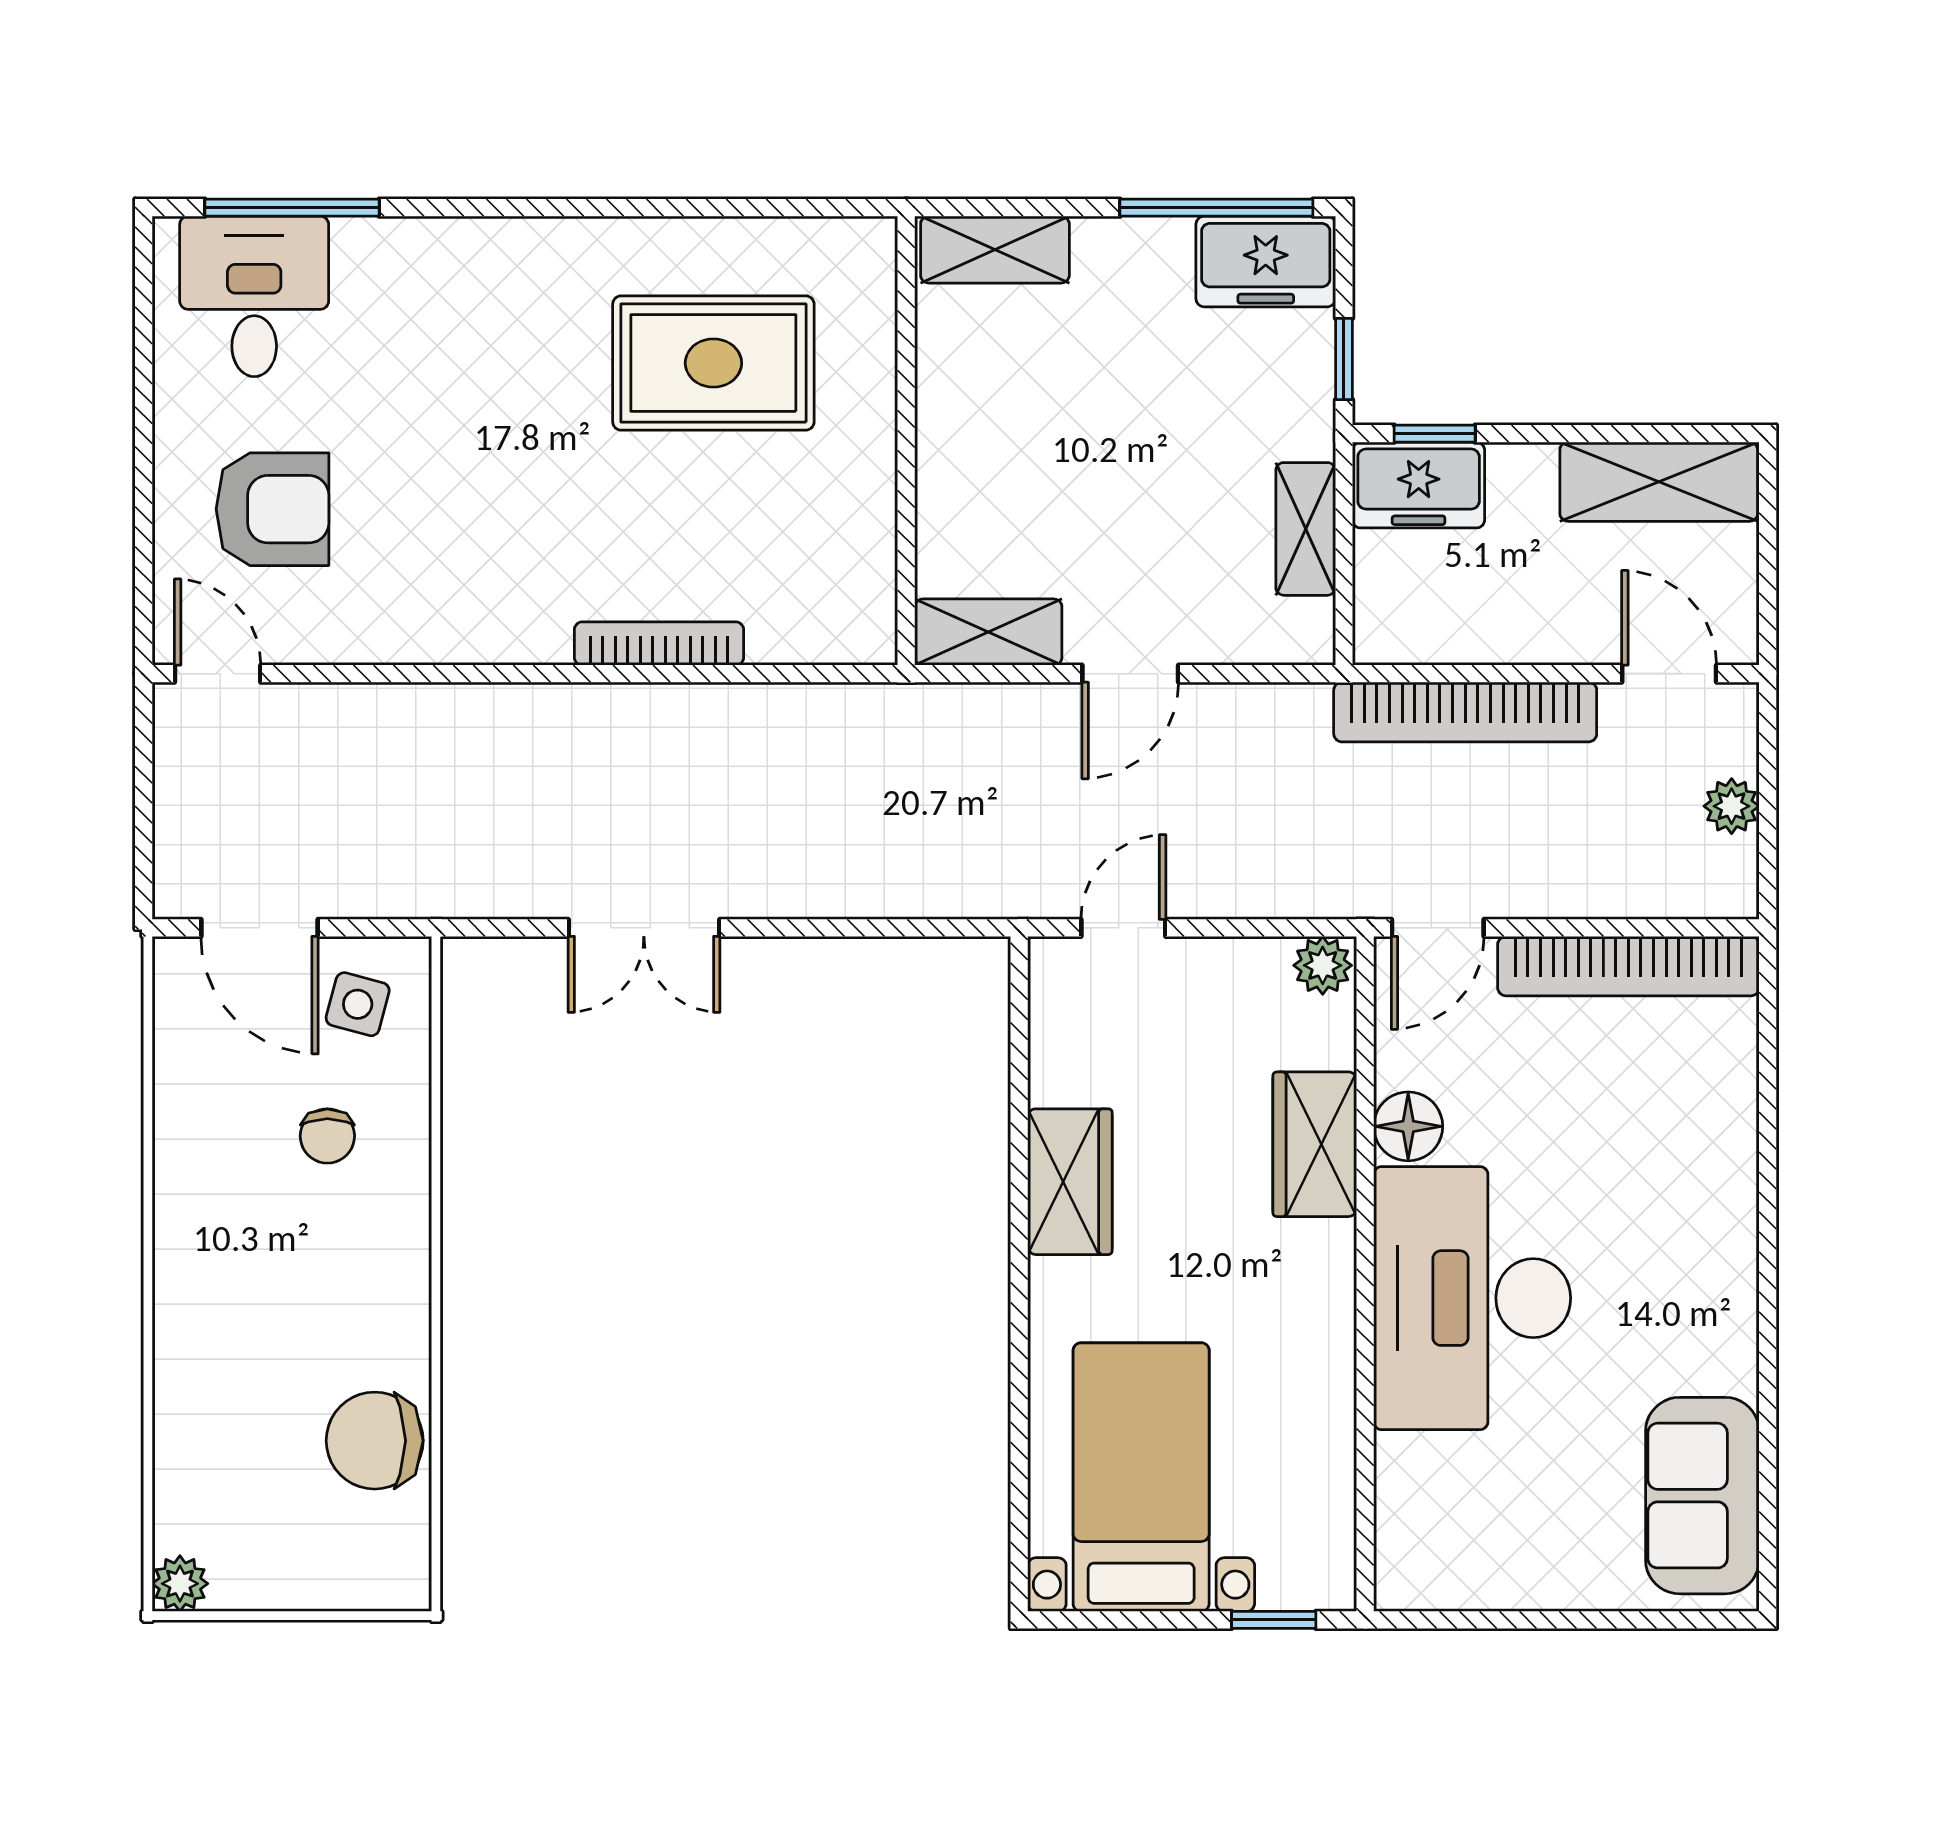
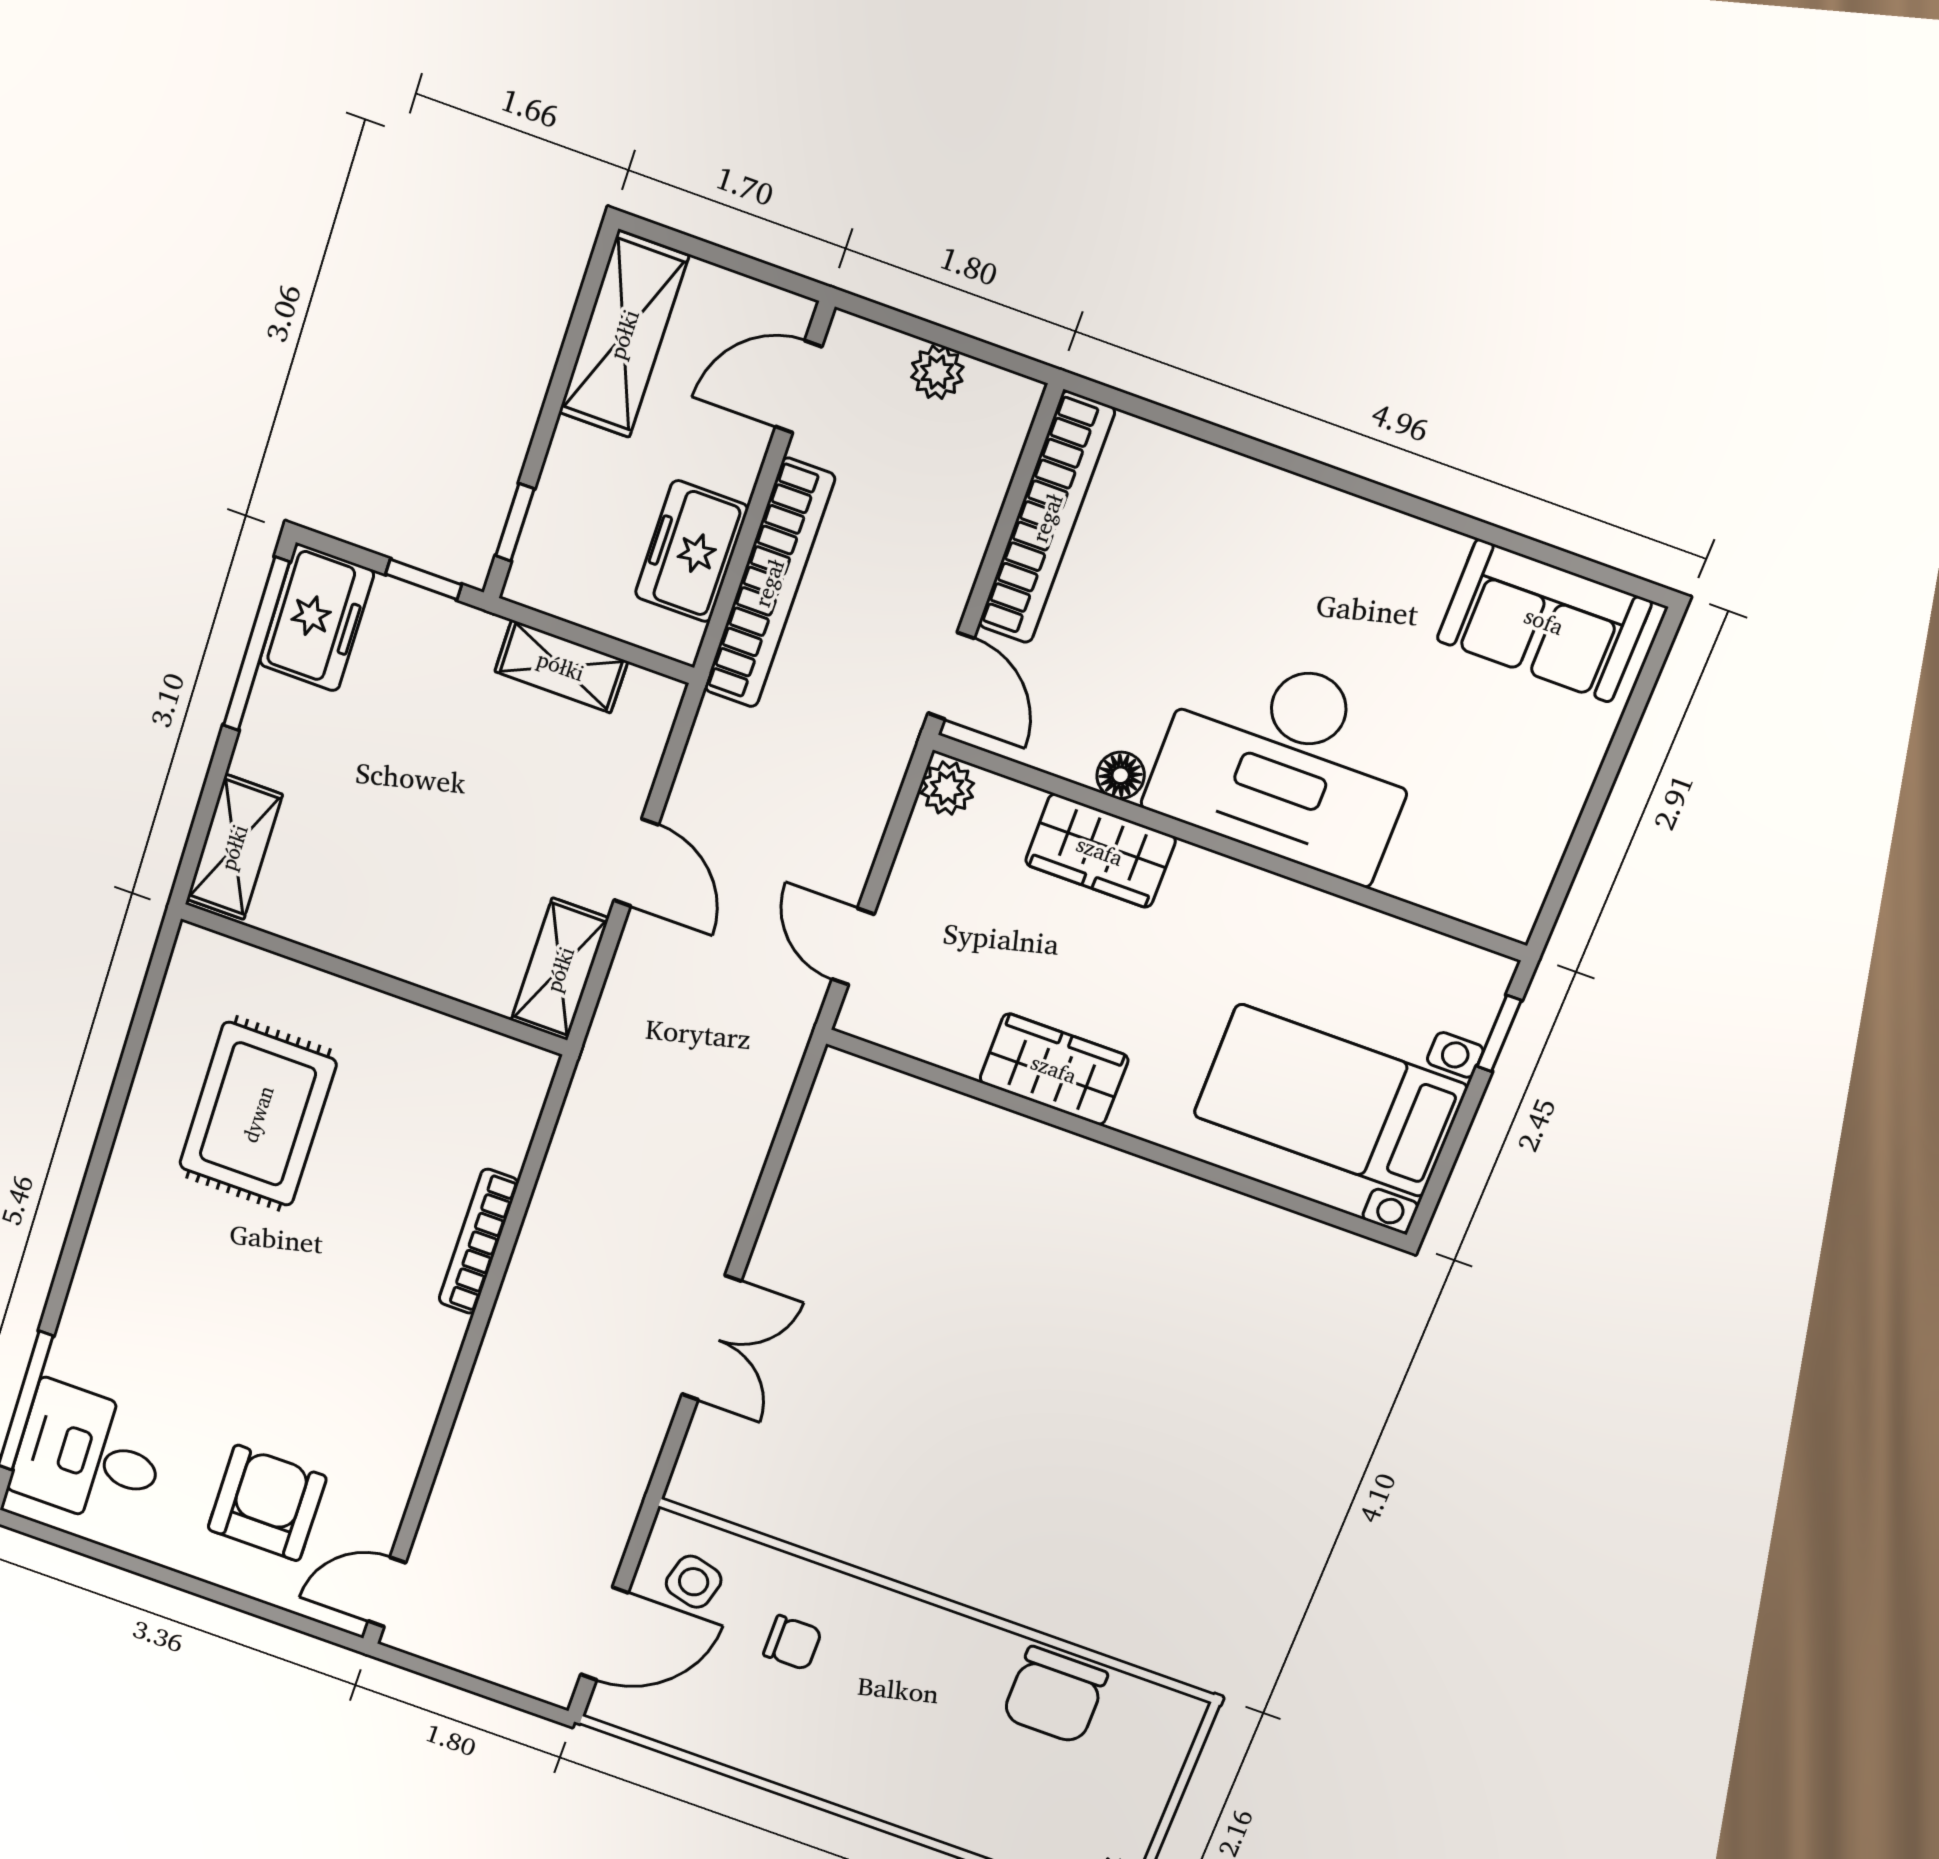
freezer: (1419, 485) -> (691, 551), moved, turned 180
floor lamp: (1408, 1126) -> (1121, 775), width x0.73, depth x0.73

